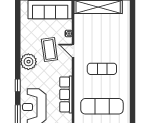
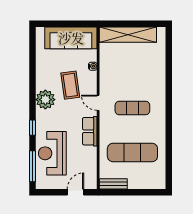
door: (73, 51) -> (98, 103), moved
row of seats: (66, 94) -> (90, 131), width x0.68

